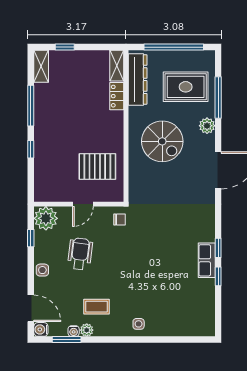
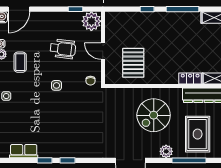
row of seats: (207, 260) -> (24, 151), moved
side table: (42, 270) -> (56, 85), moved

